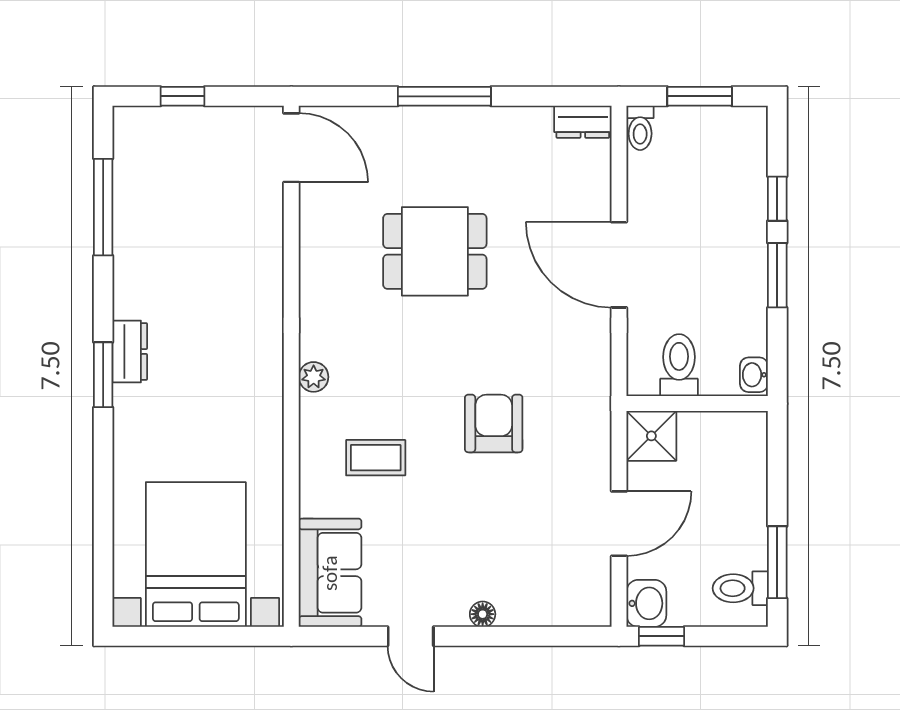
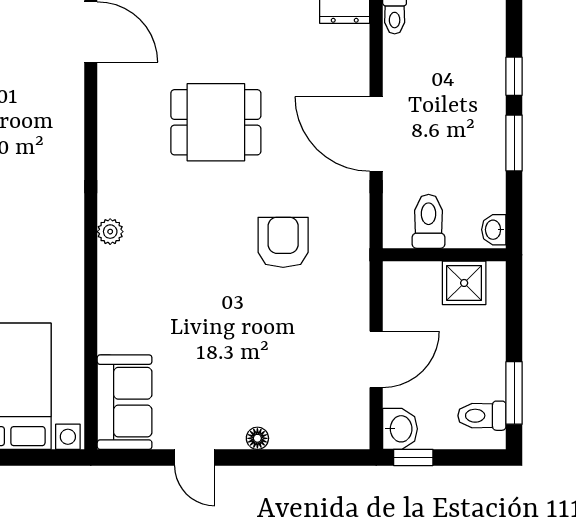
armchair: (494, 423) -> (283, 242), moved
shower: (651, 436) -> (464, 283), moved
coffee table: (376, 458) -> (164, 302), removed

